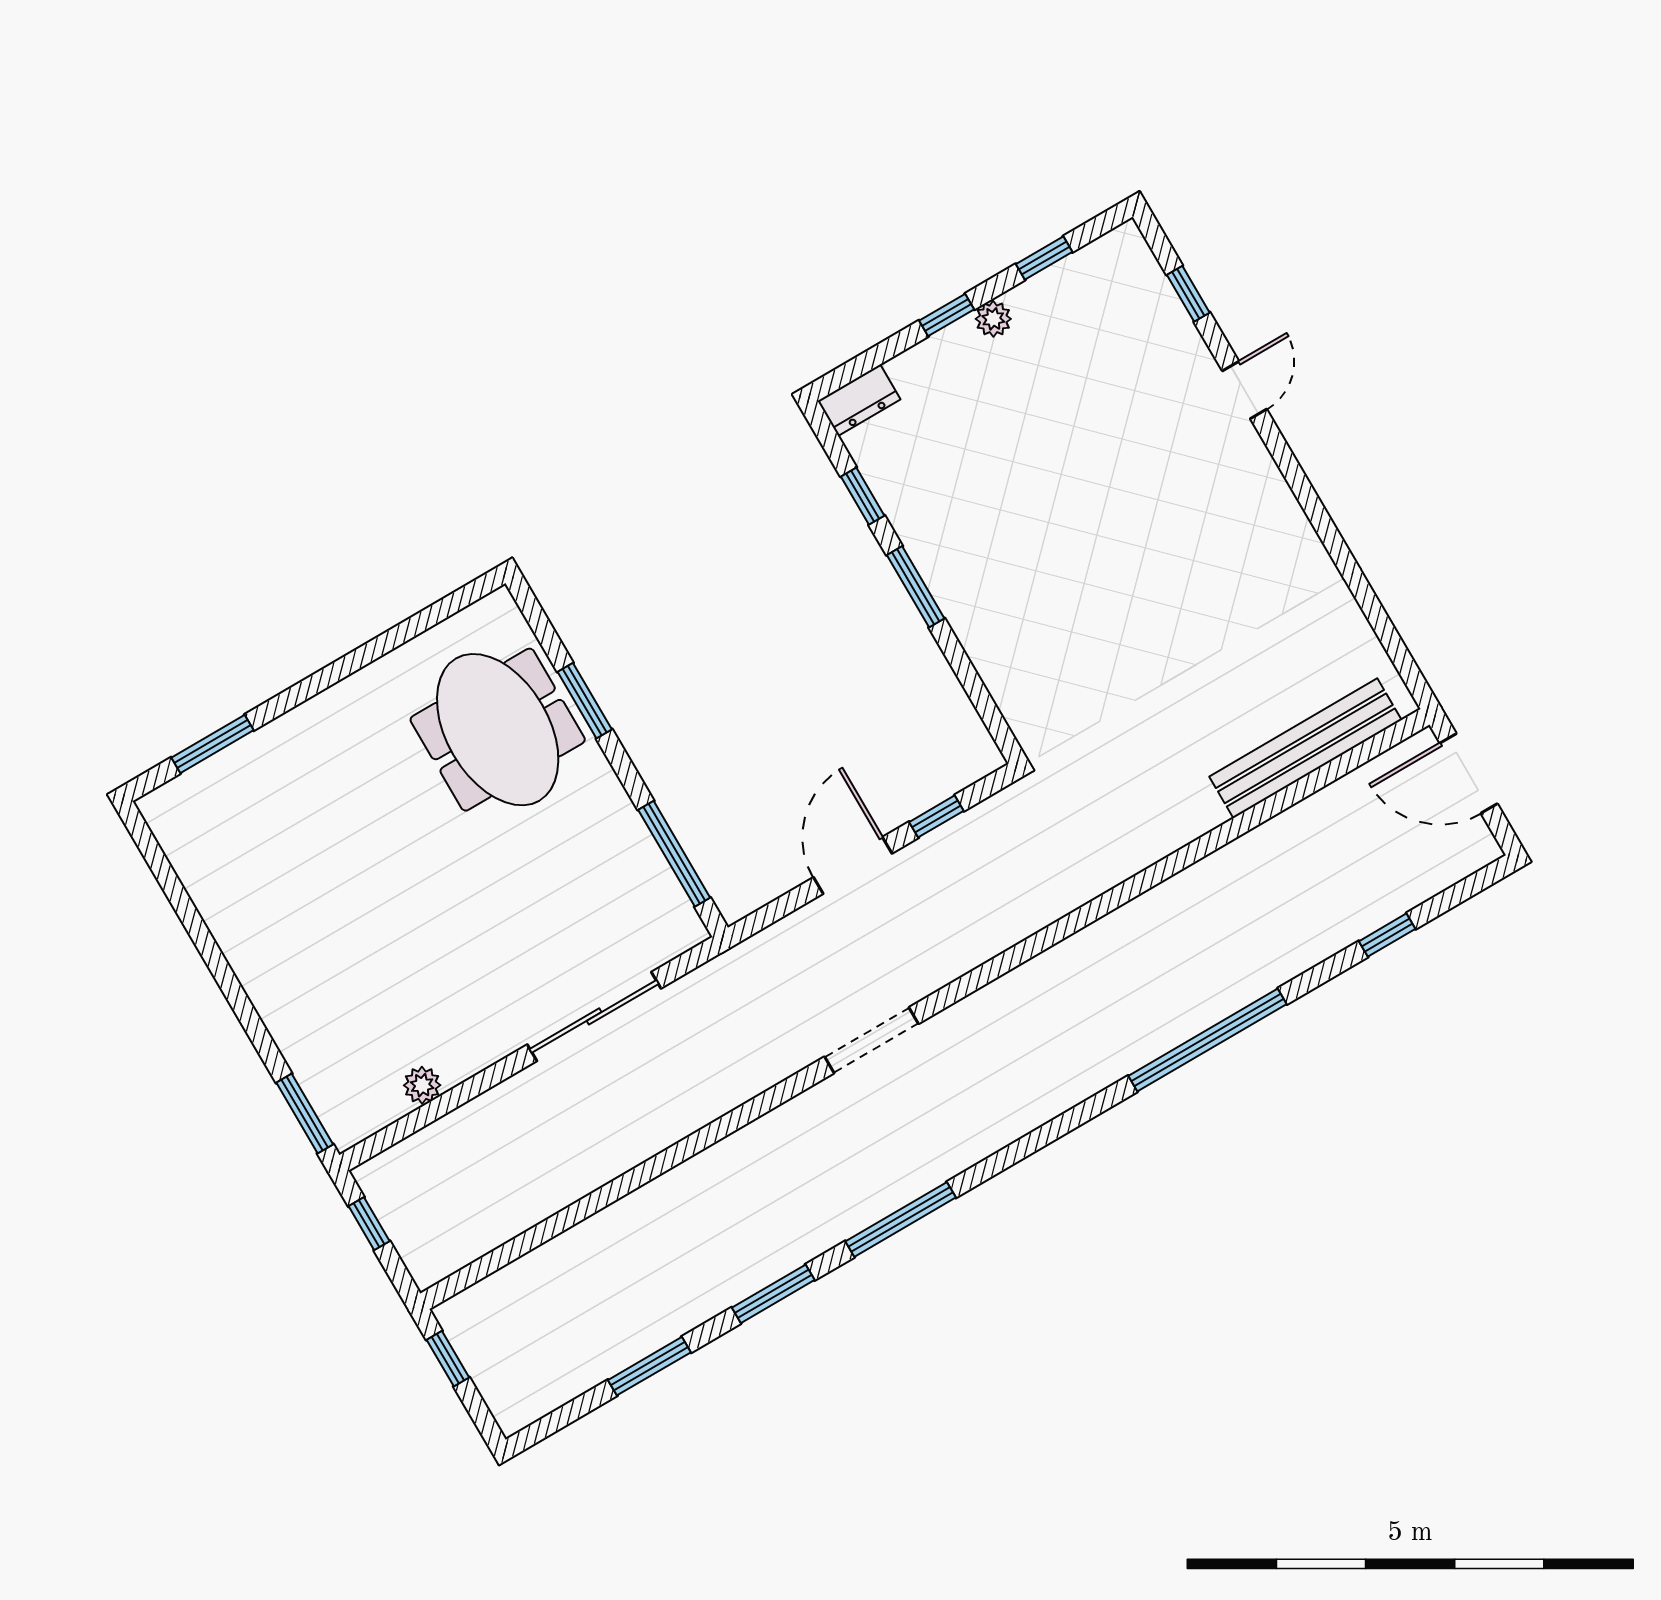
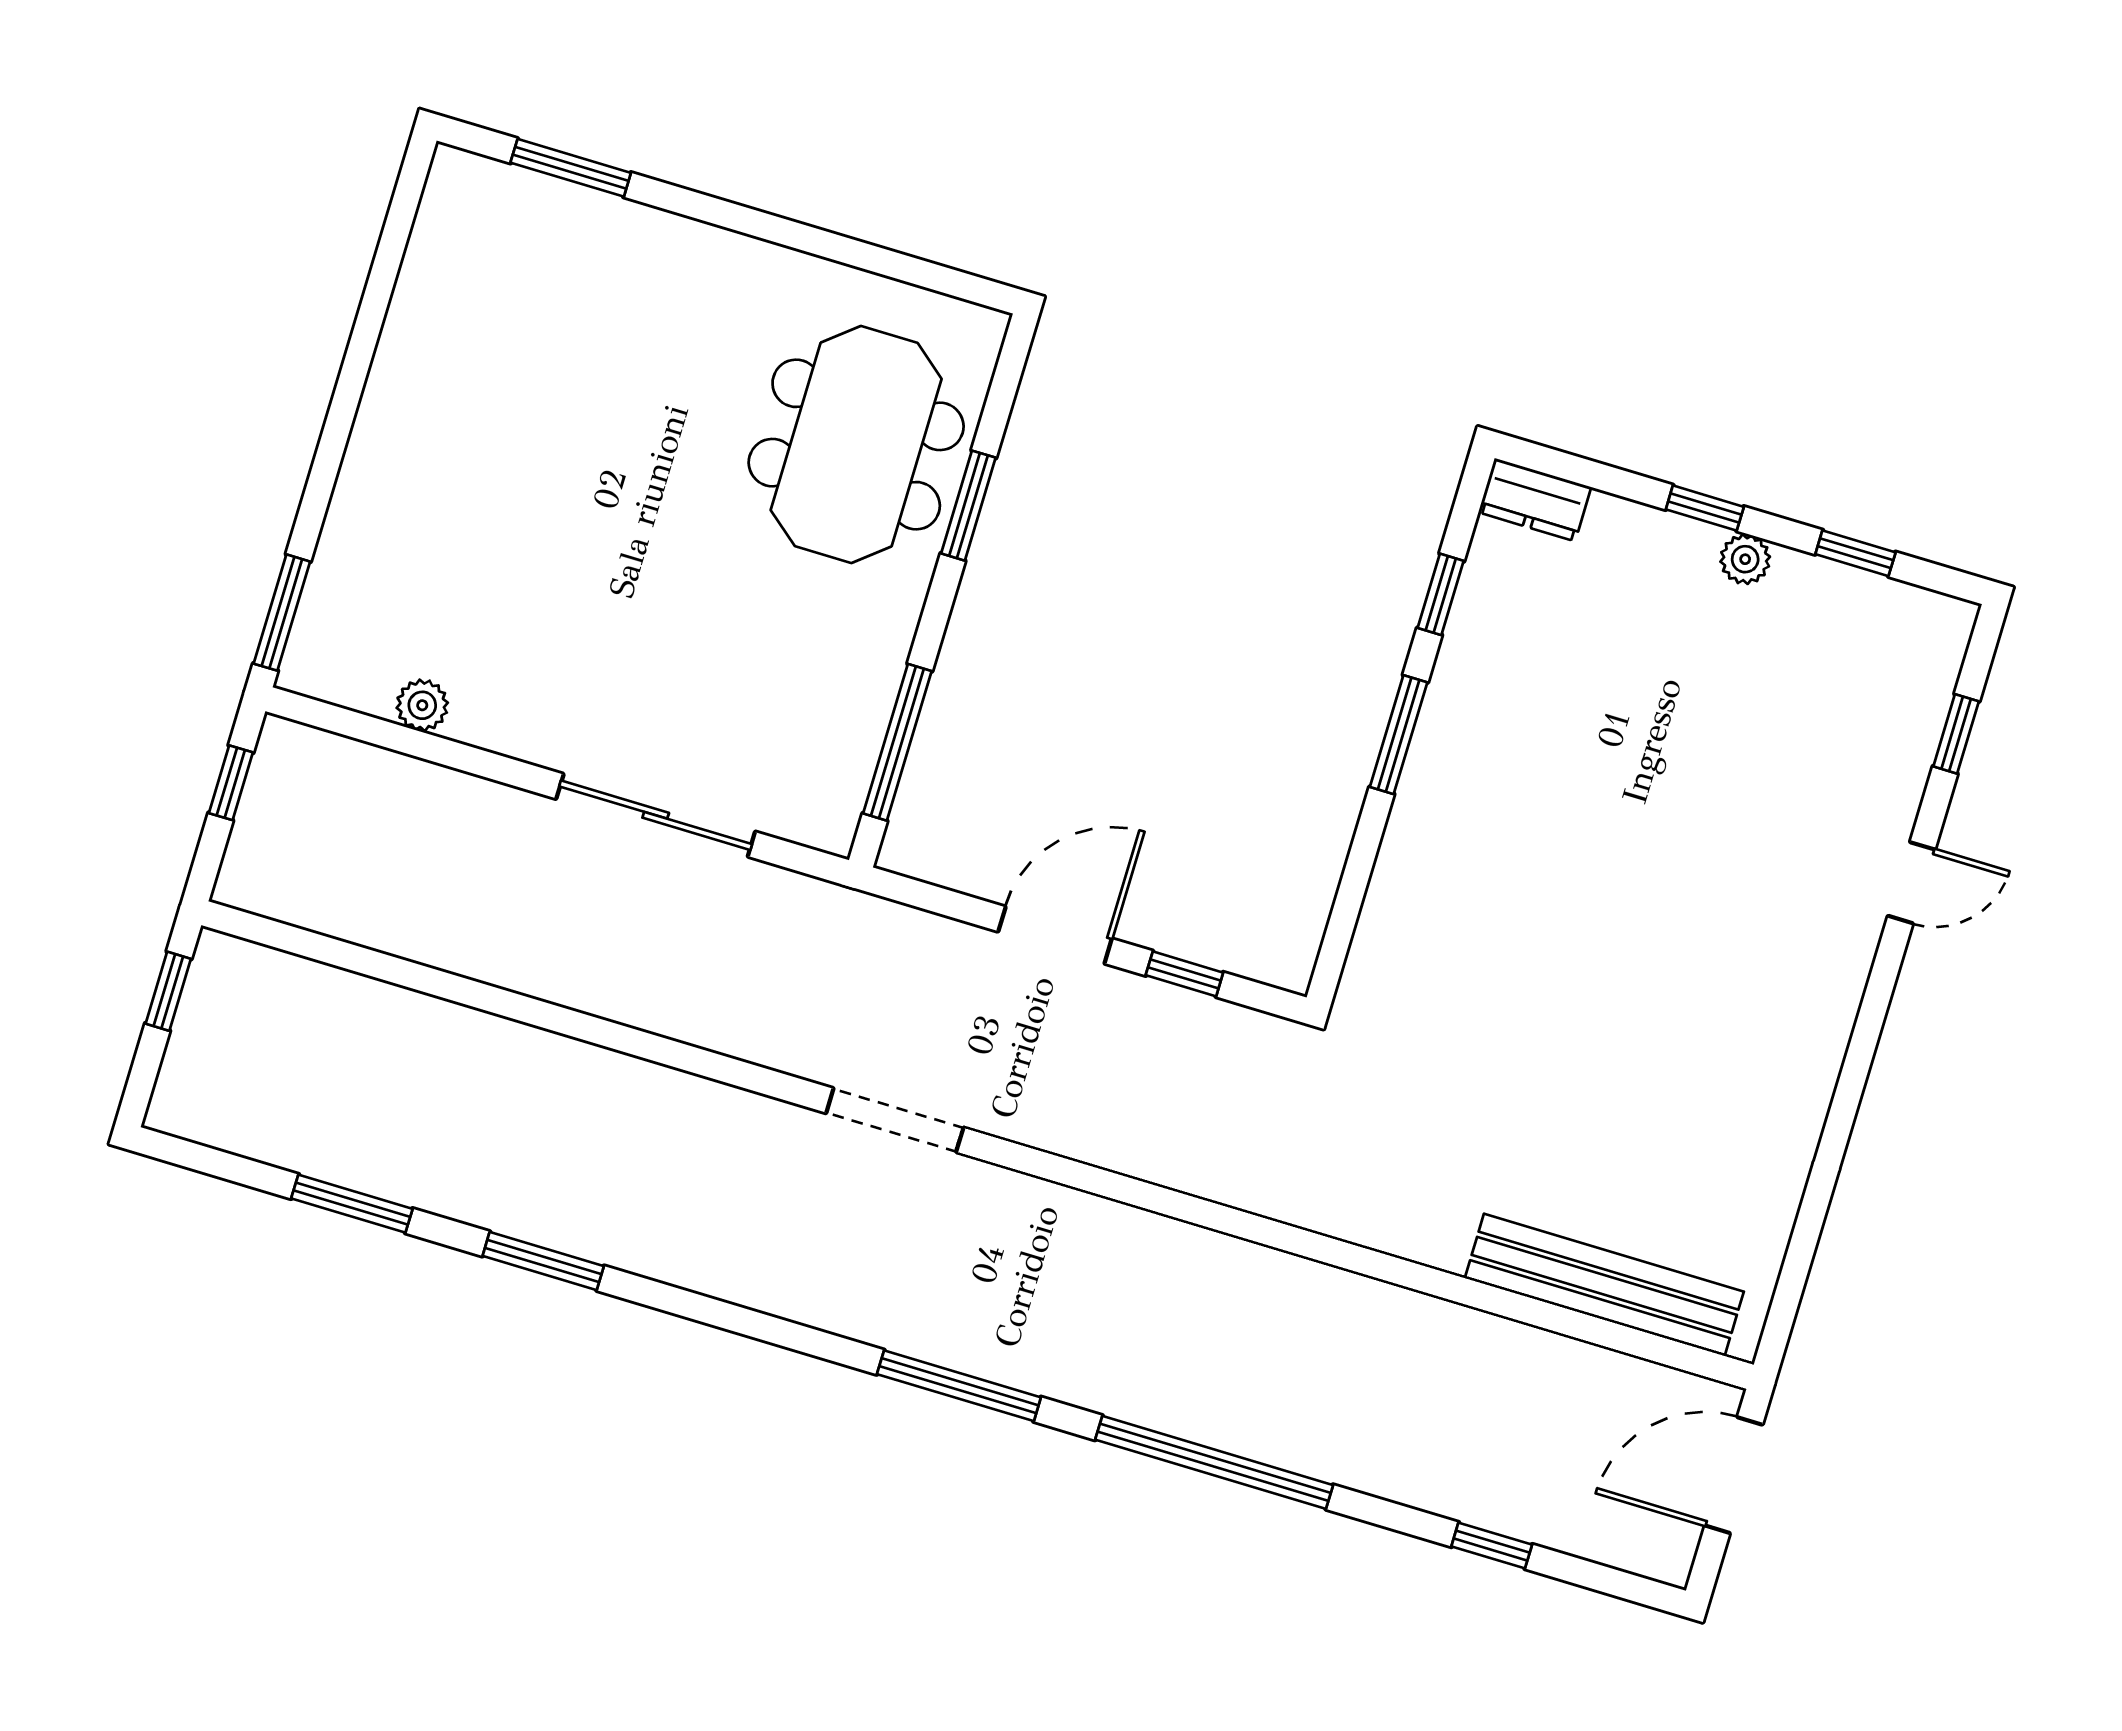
door: (1469, 773) -> (1734, 1475), hinge flipped
window: (901, 1219) -> (959, 1386), moved

